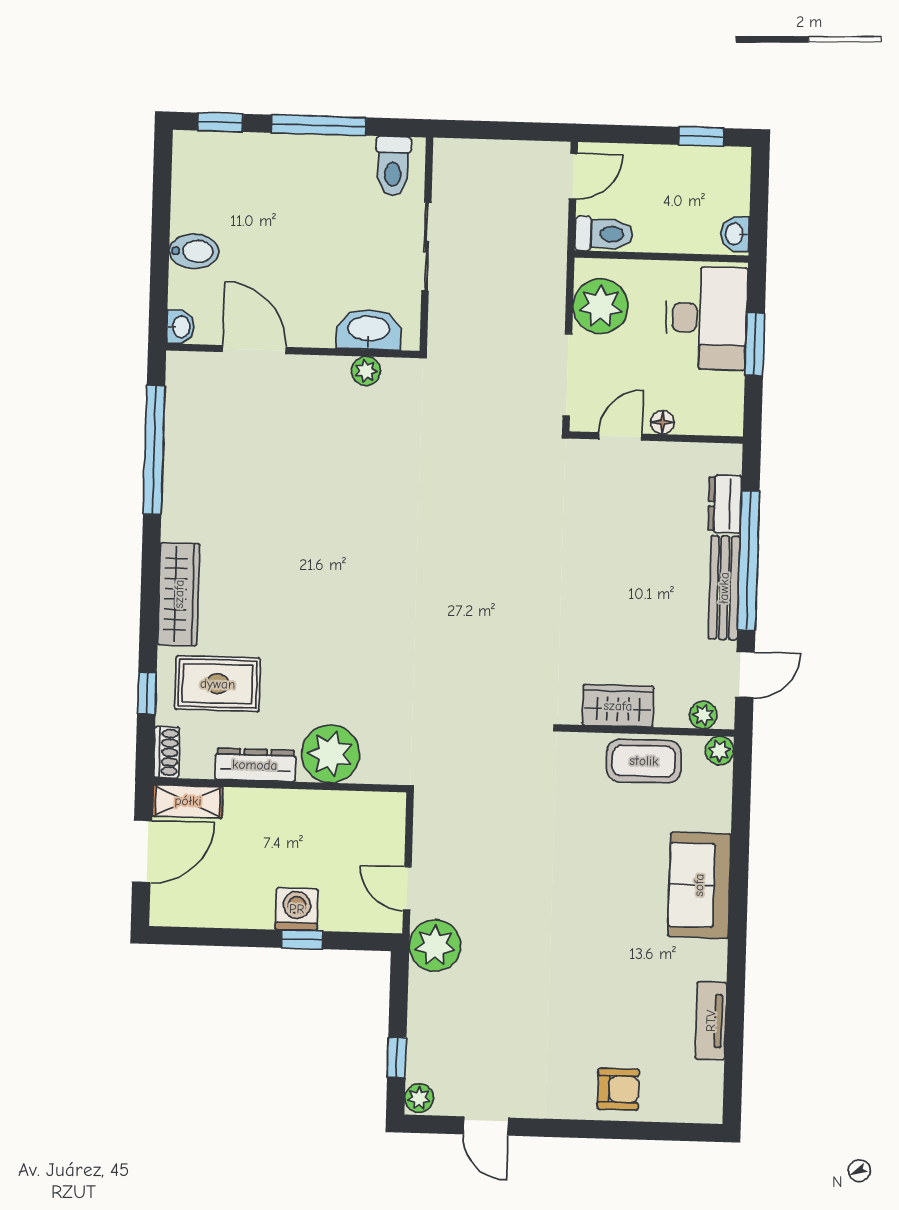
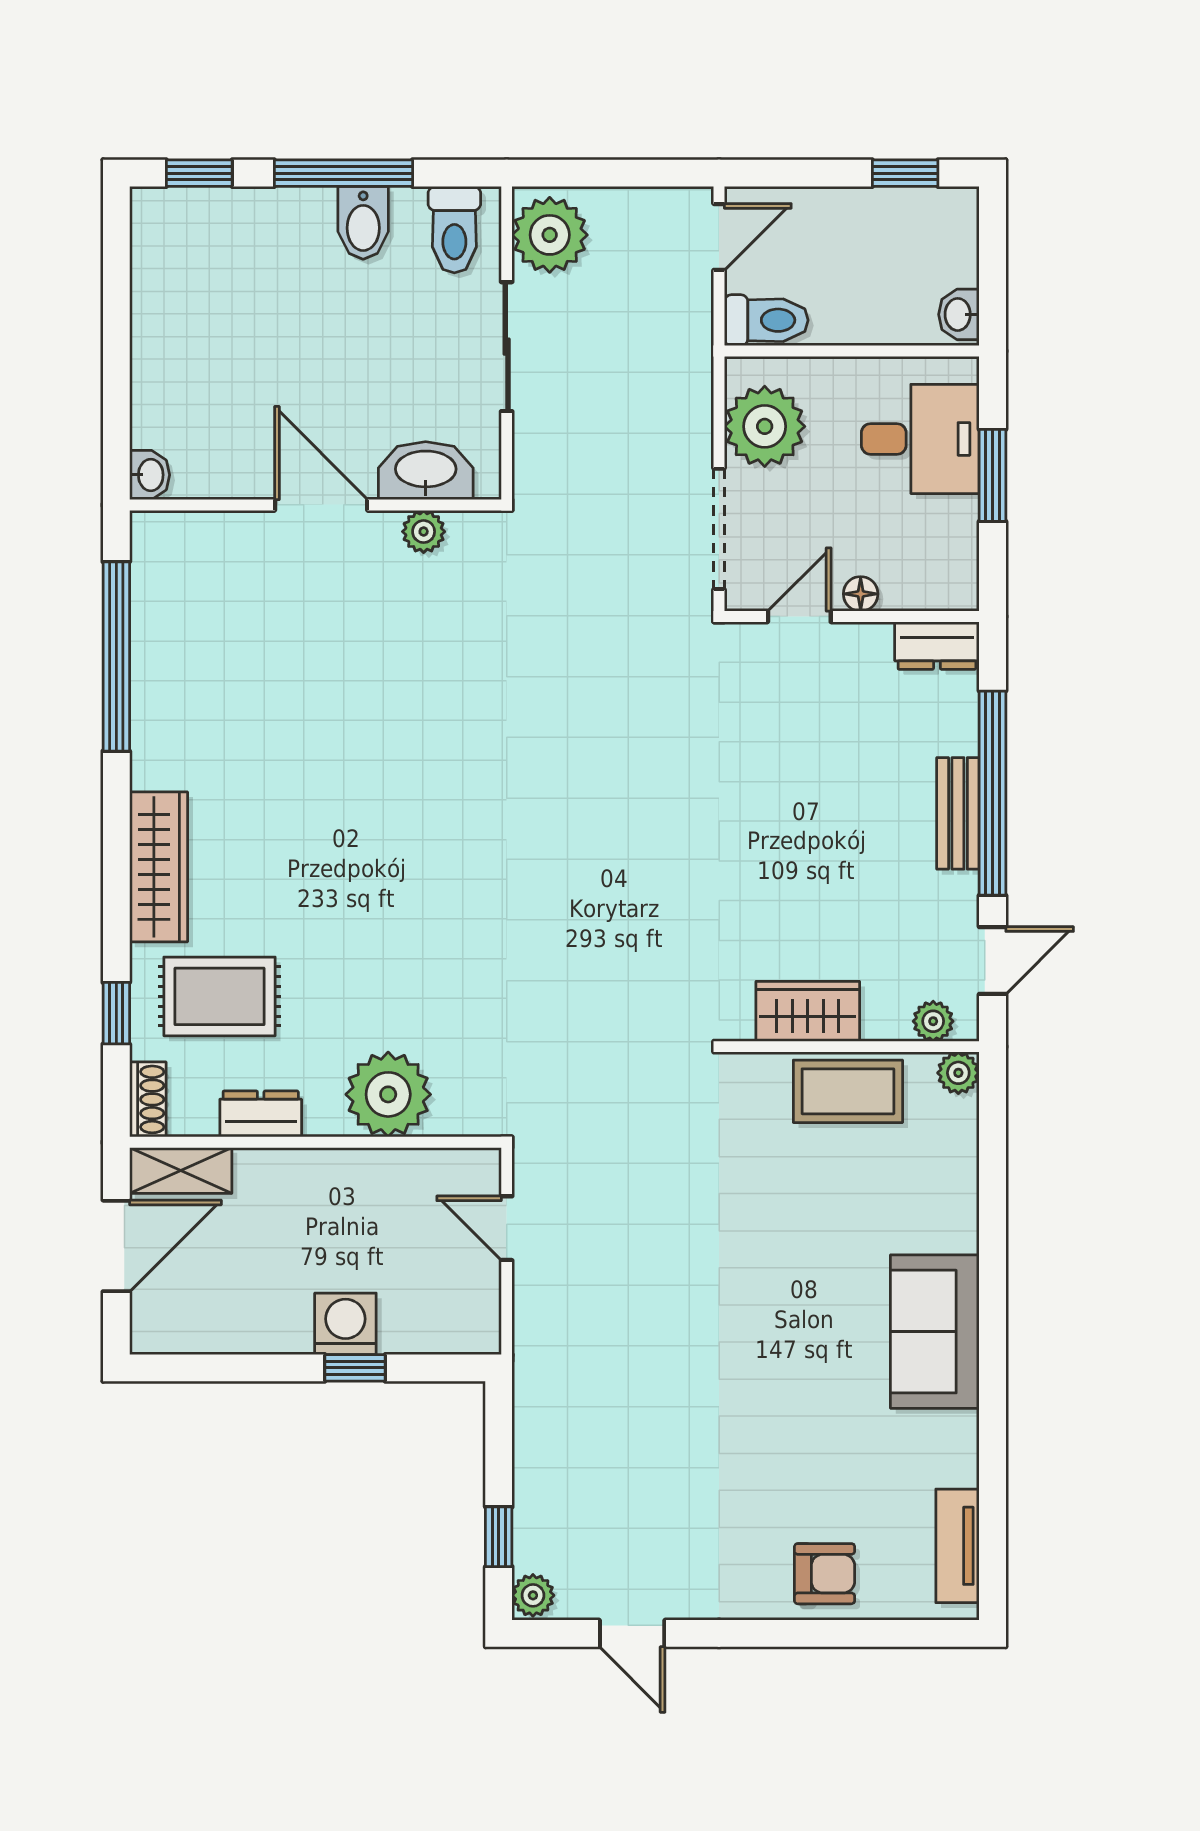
bidet: (194, 251) -> (363, 223), moved, turned 90
desk: (706, 318) -> (920, 439), width x0.73
door: (254, 350) -> (321, 505), moved
dresser: (725, 504) -> (937, 646), moved, turned -90
bench: (724, 588) -> (958, 813), width x0.73
dresser: (255, 765) -> (261, 1114), width x0.70
sofa: (699, 885) -> (935, 1332), moved
door: (407, 889) -> (507, 1228), moved
plant: (435, 945) -> (550, 235), moved
tv unit: (711, 1021) -> (958, 1546), moved

